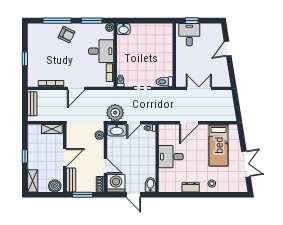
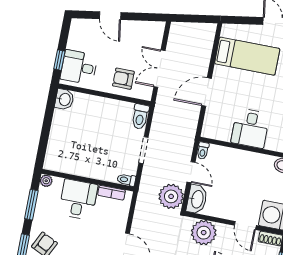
washbasin: (124, 29) -> (64, 99), moved
armchair: (187, 66) -> (123, 79), added
door: (189, 123) -> (207, 92), swing flipped
plant: (99, 135) -> (204, 233), width x1.88, depth x1.88
door: (106, 166) -> (245, 225), swing flipped

